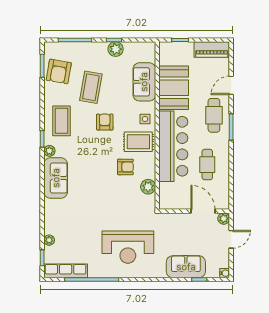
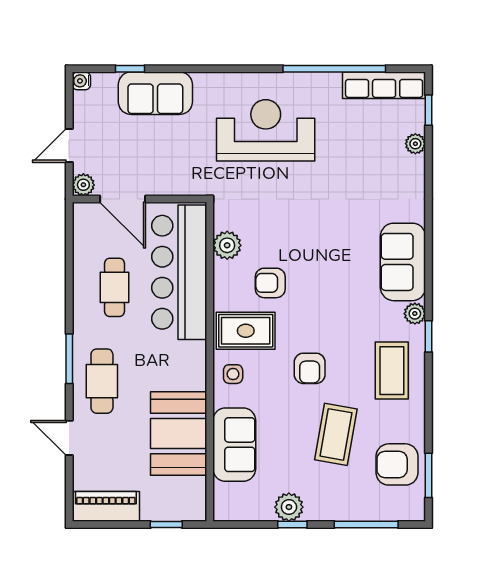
armchair: (59, 71) -> (397, 464), turned -100
door: (231, 85) -> (69, 438), swing flipped
bar counter: (173, 146) -> (179, 272), moved

